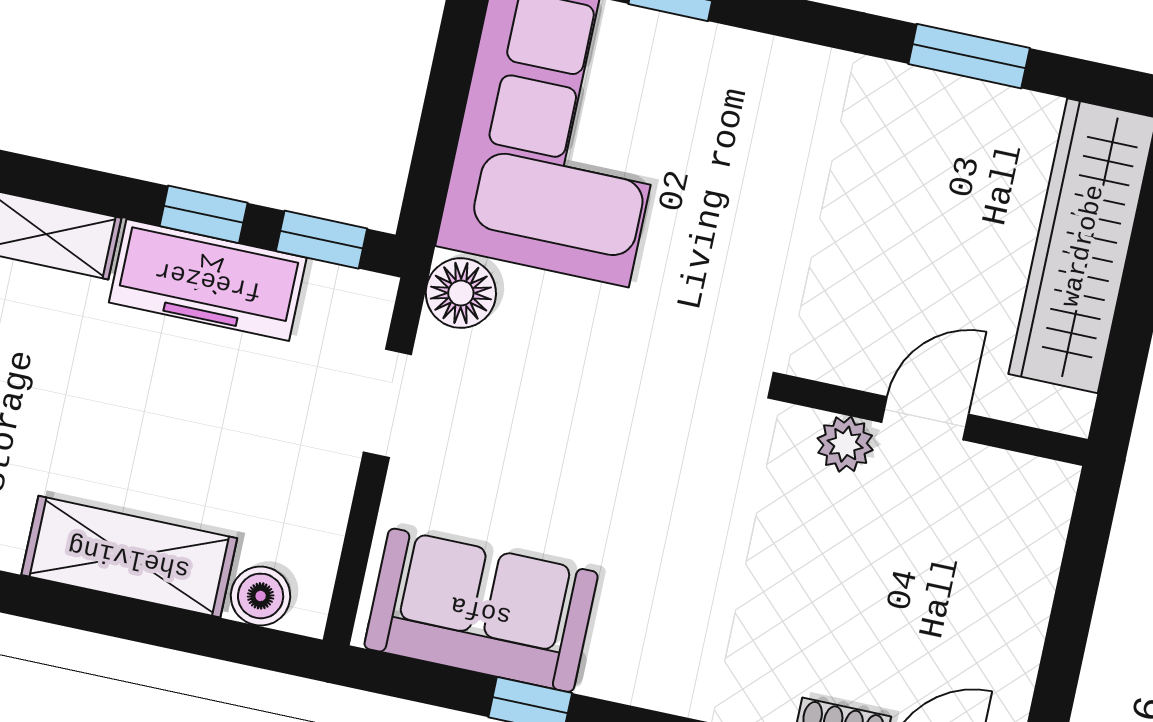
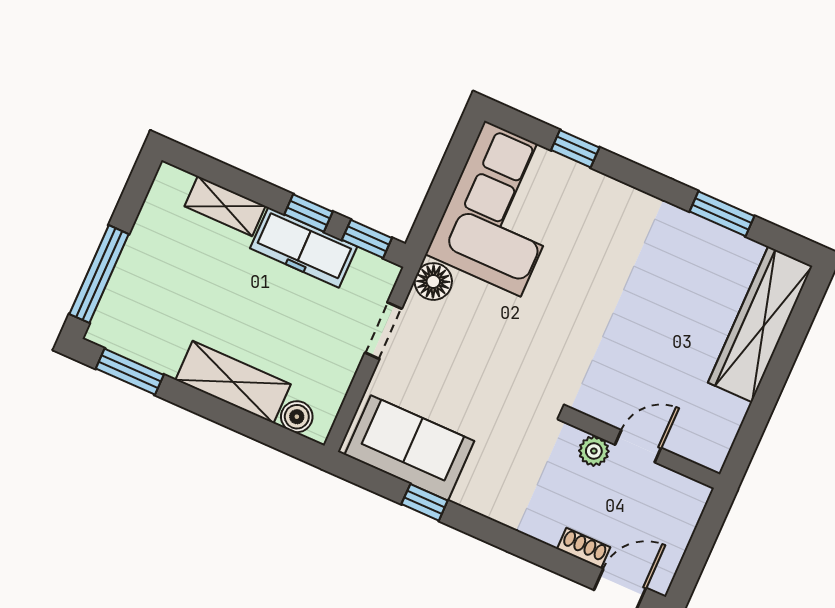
door: (925, 418) -> (638, 446), moved
wall: (941, 422) -> (646, 450), moved
plant: (845, 444) -> (594, 451), moved

